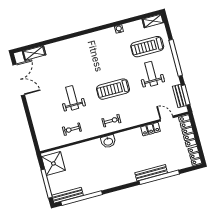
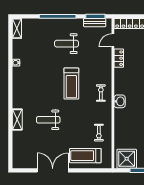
treadmill: (147, 47) -> (85, 156), moved, turned 90
shelving: (34, 53) -> (17, 120), moved
double door: (19, 80) -> (53, 170), moved
weight bench: (72, 98) -> (48, 120), moved

